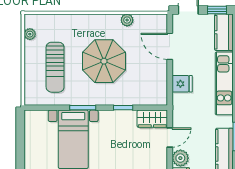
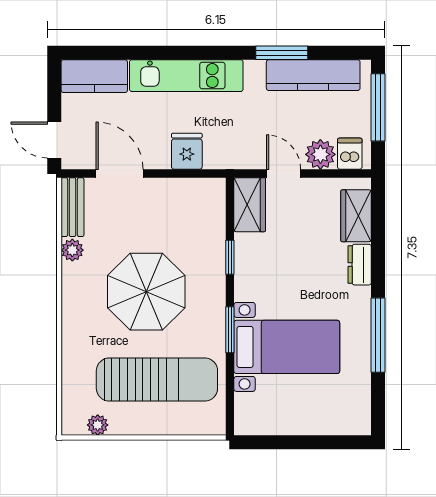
window: (217, 10) -> (54, 88), removed
bench: (151, 20) -> (72, 207), added
door: (170, 46) -> (120, 173), swing flipped
sun lounger: (55, 67) -> (157, 380), width x1.36, depth x1.34

